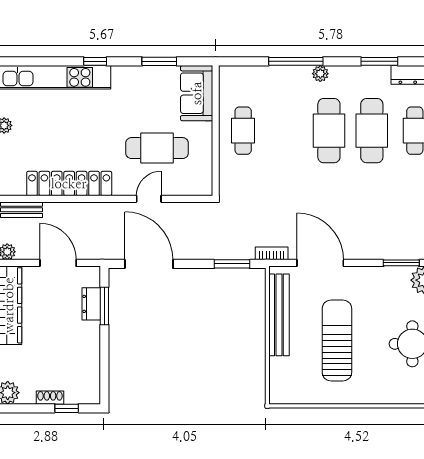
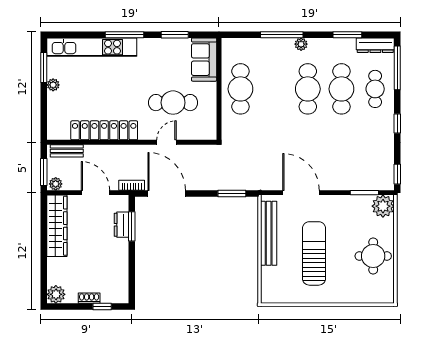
window: (95, 61) -> (124, 35), width x2.17
cafe table: (243, 131) -> (240, 89), width x1.37, depth x1.35
bookcase: (272, 253) -> (132, 185), moved

